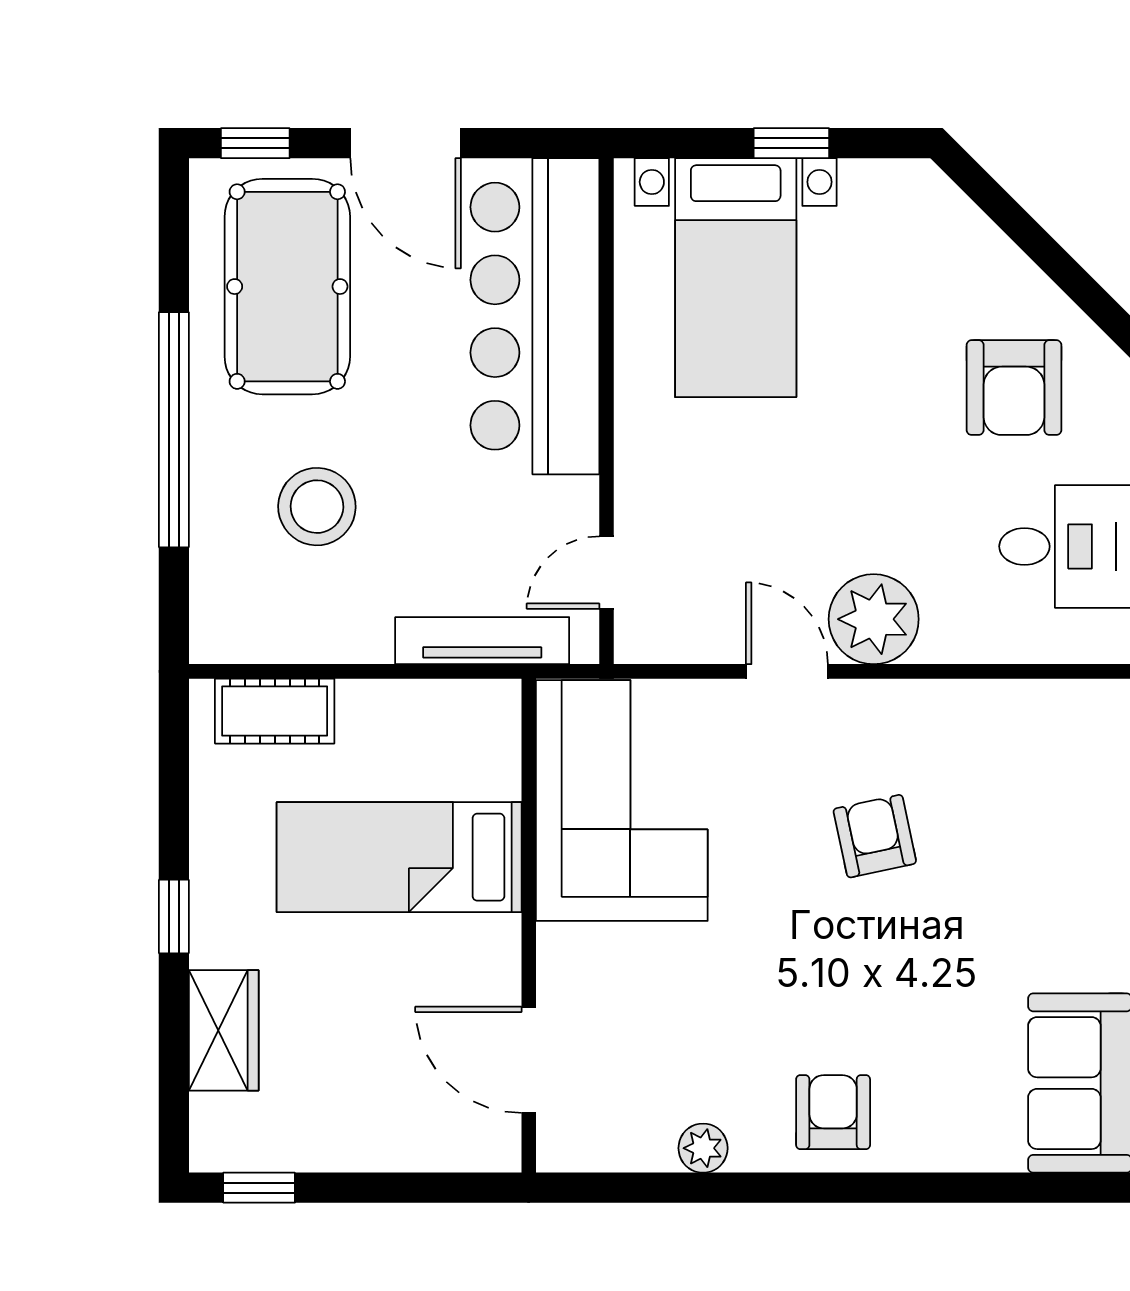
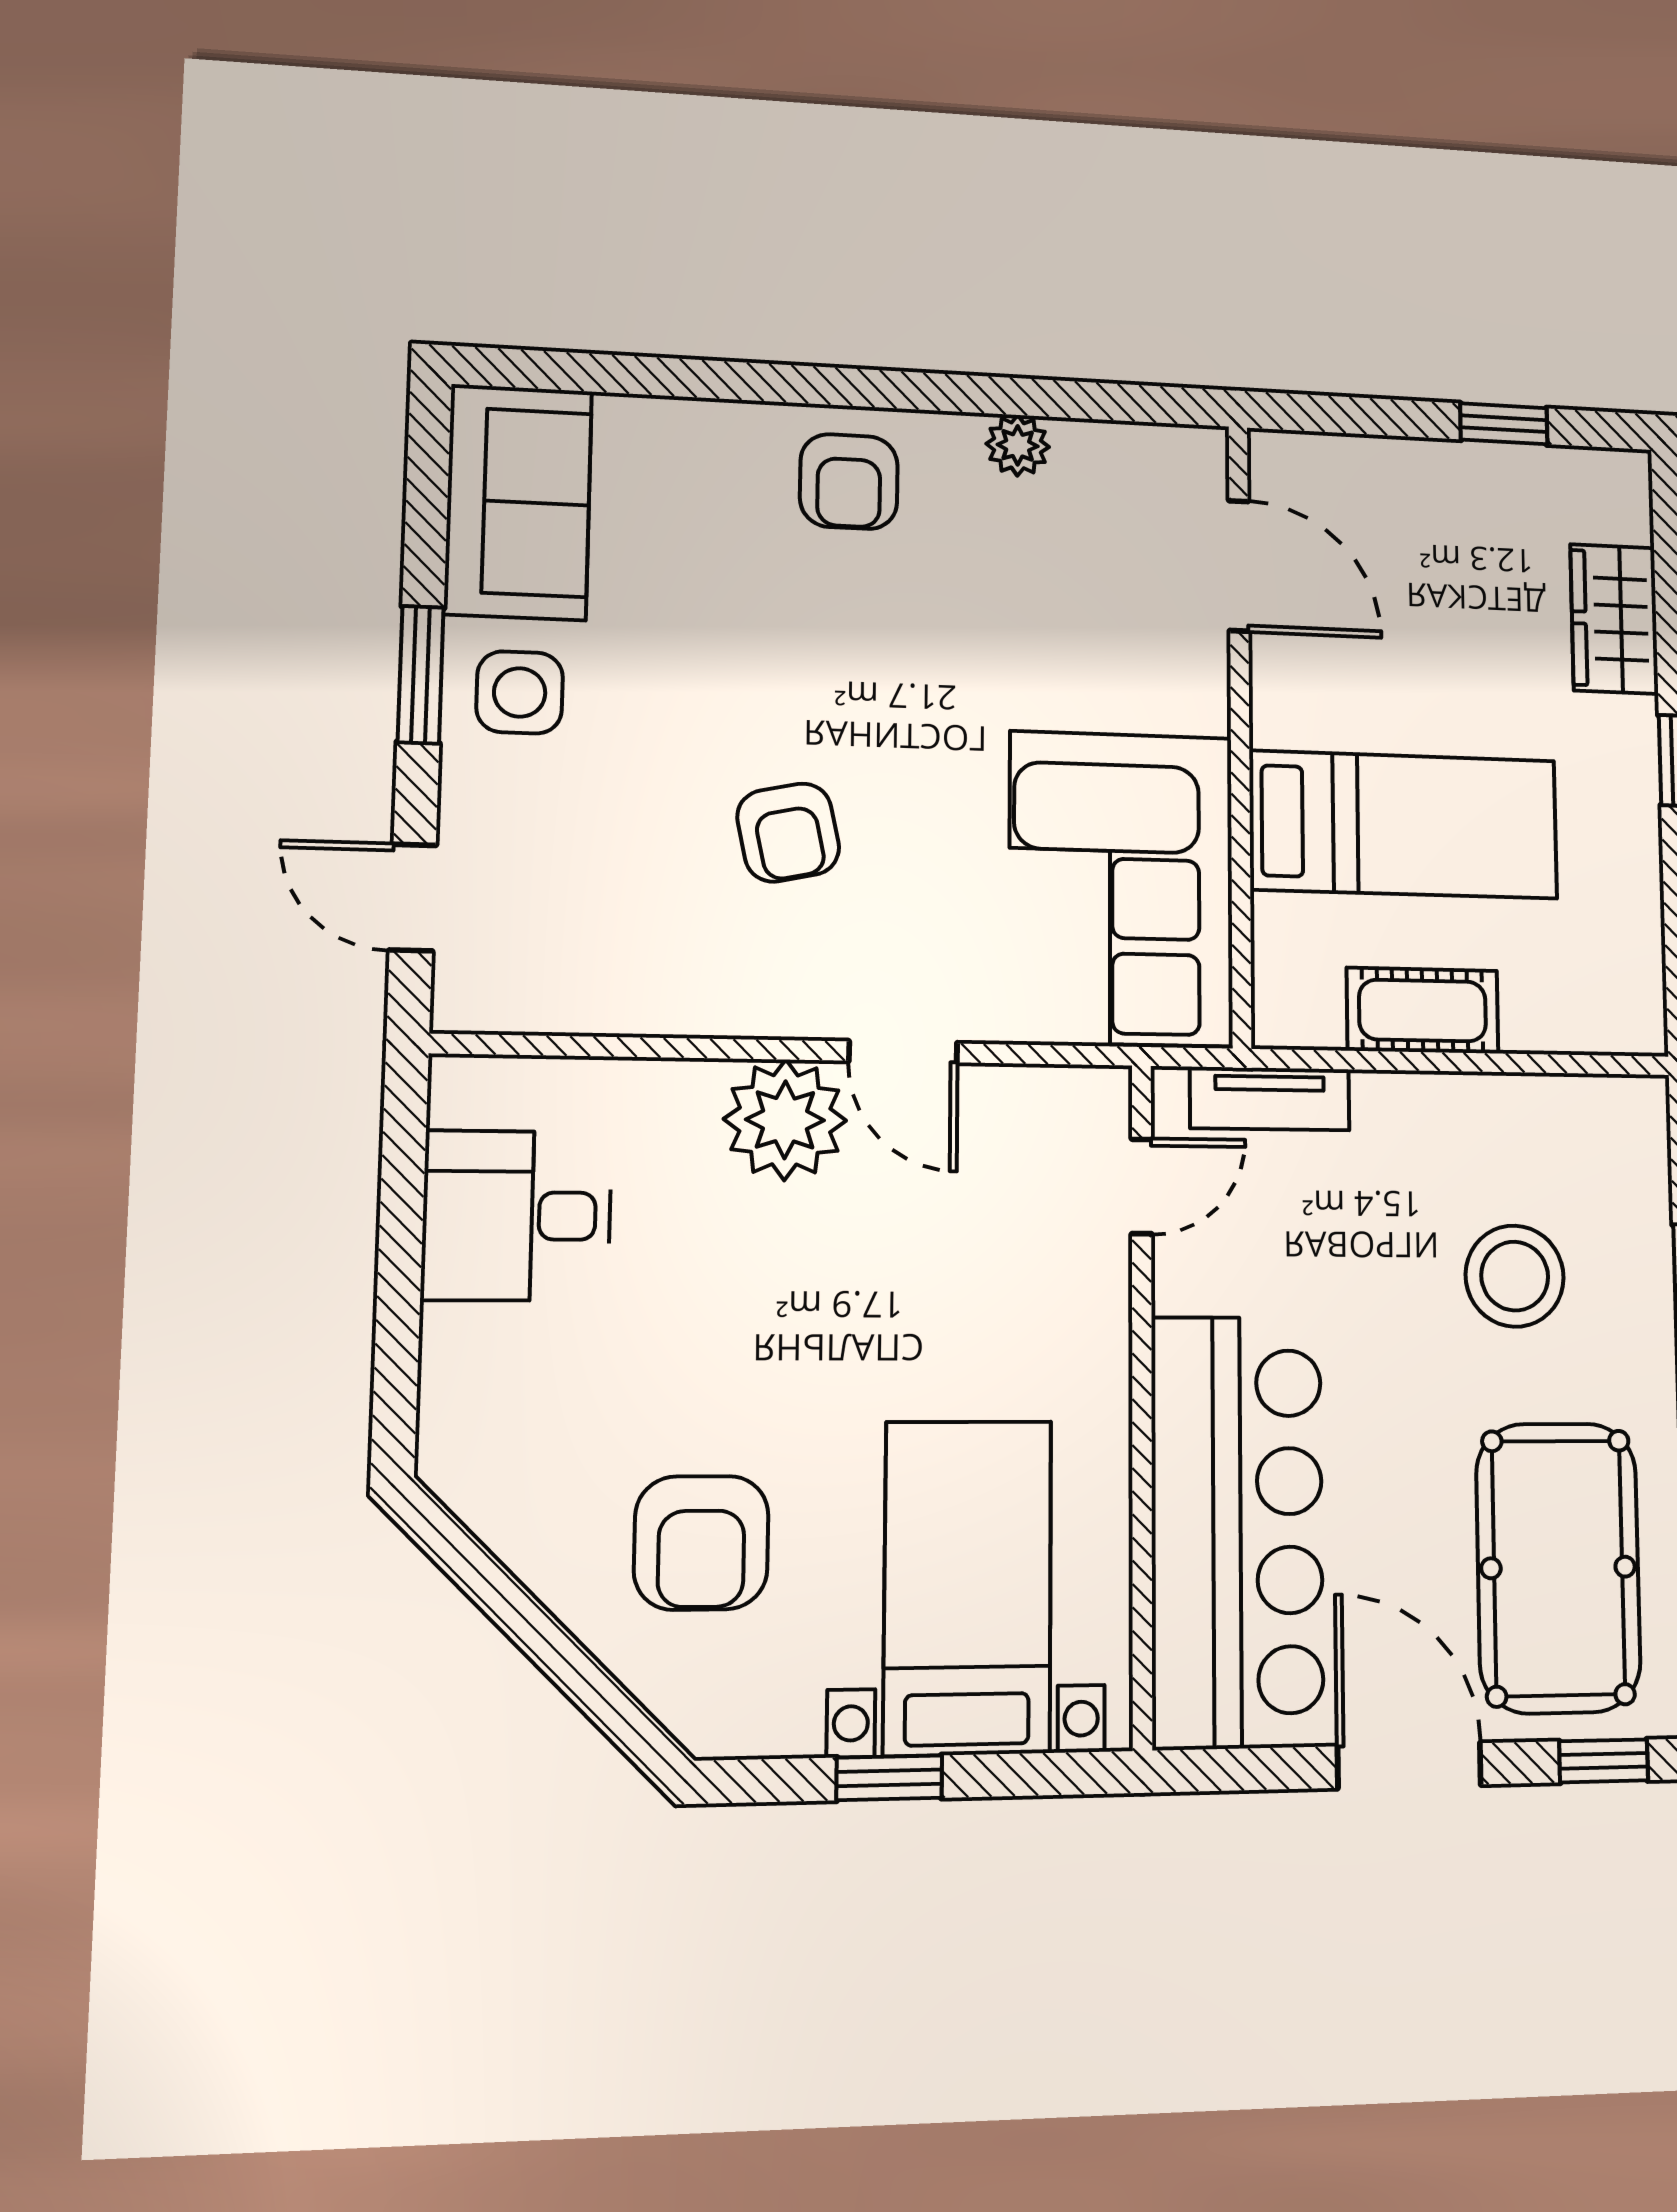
armchair: (1014, 388) -> (701, 1543), moved, turned 180
tv unit: (482, 641) -> (1270, 1099), width x0.71
cot: (275, 711) -> (1423, 1011), moved
side table: (1075, 936) -> (520, 692), added
window: (259, 1188) -> (1504, 424), moved

